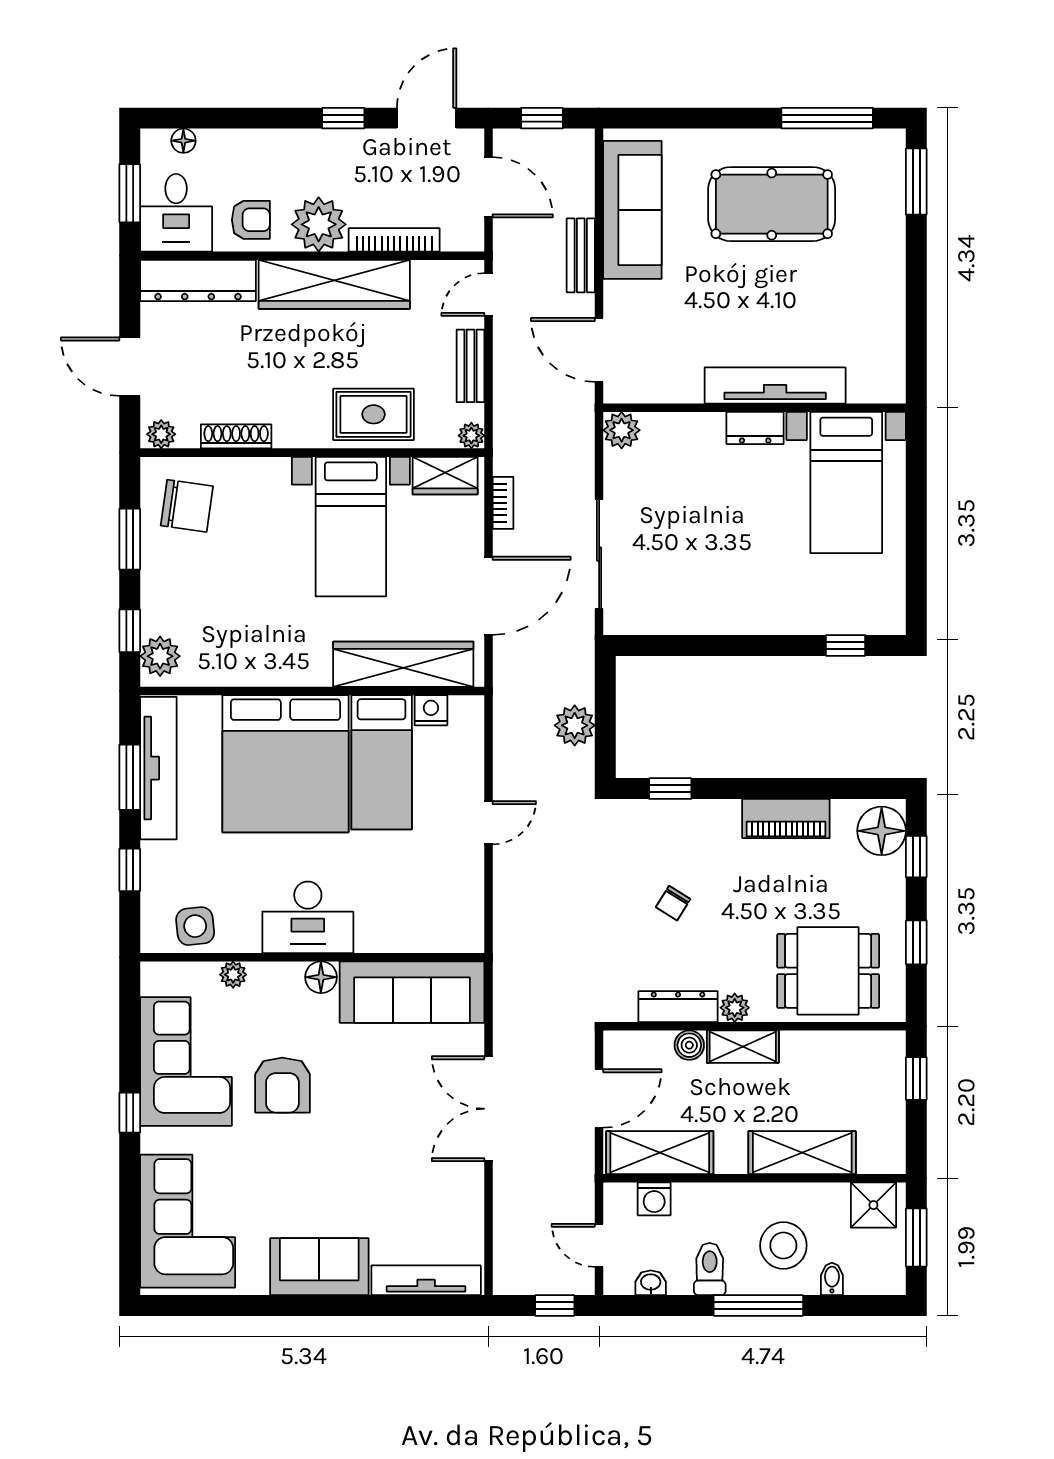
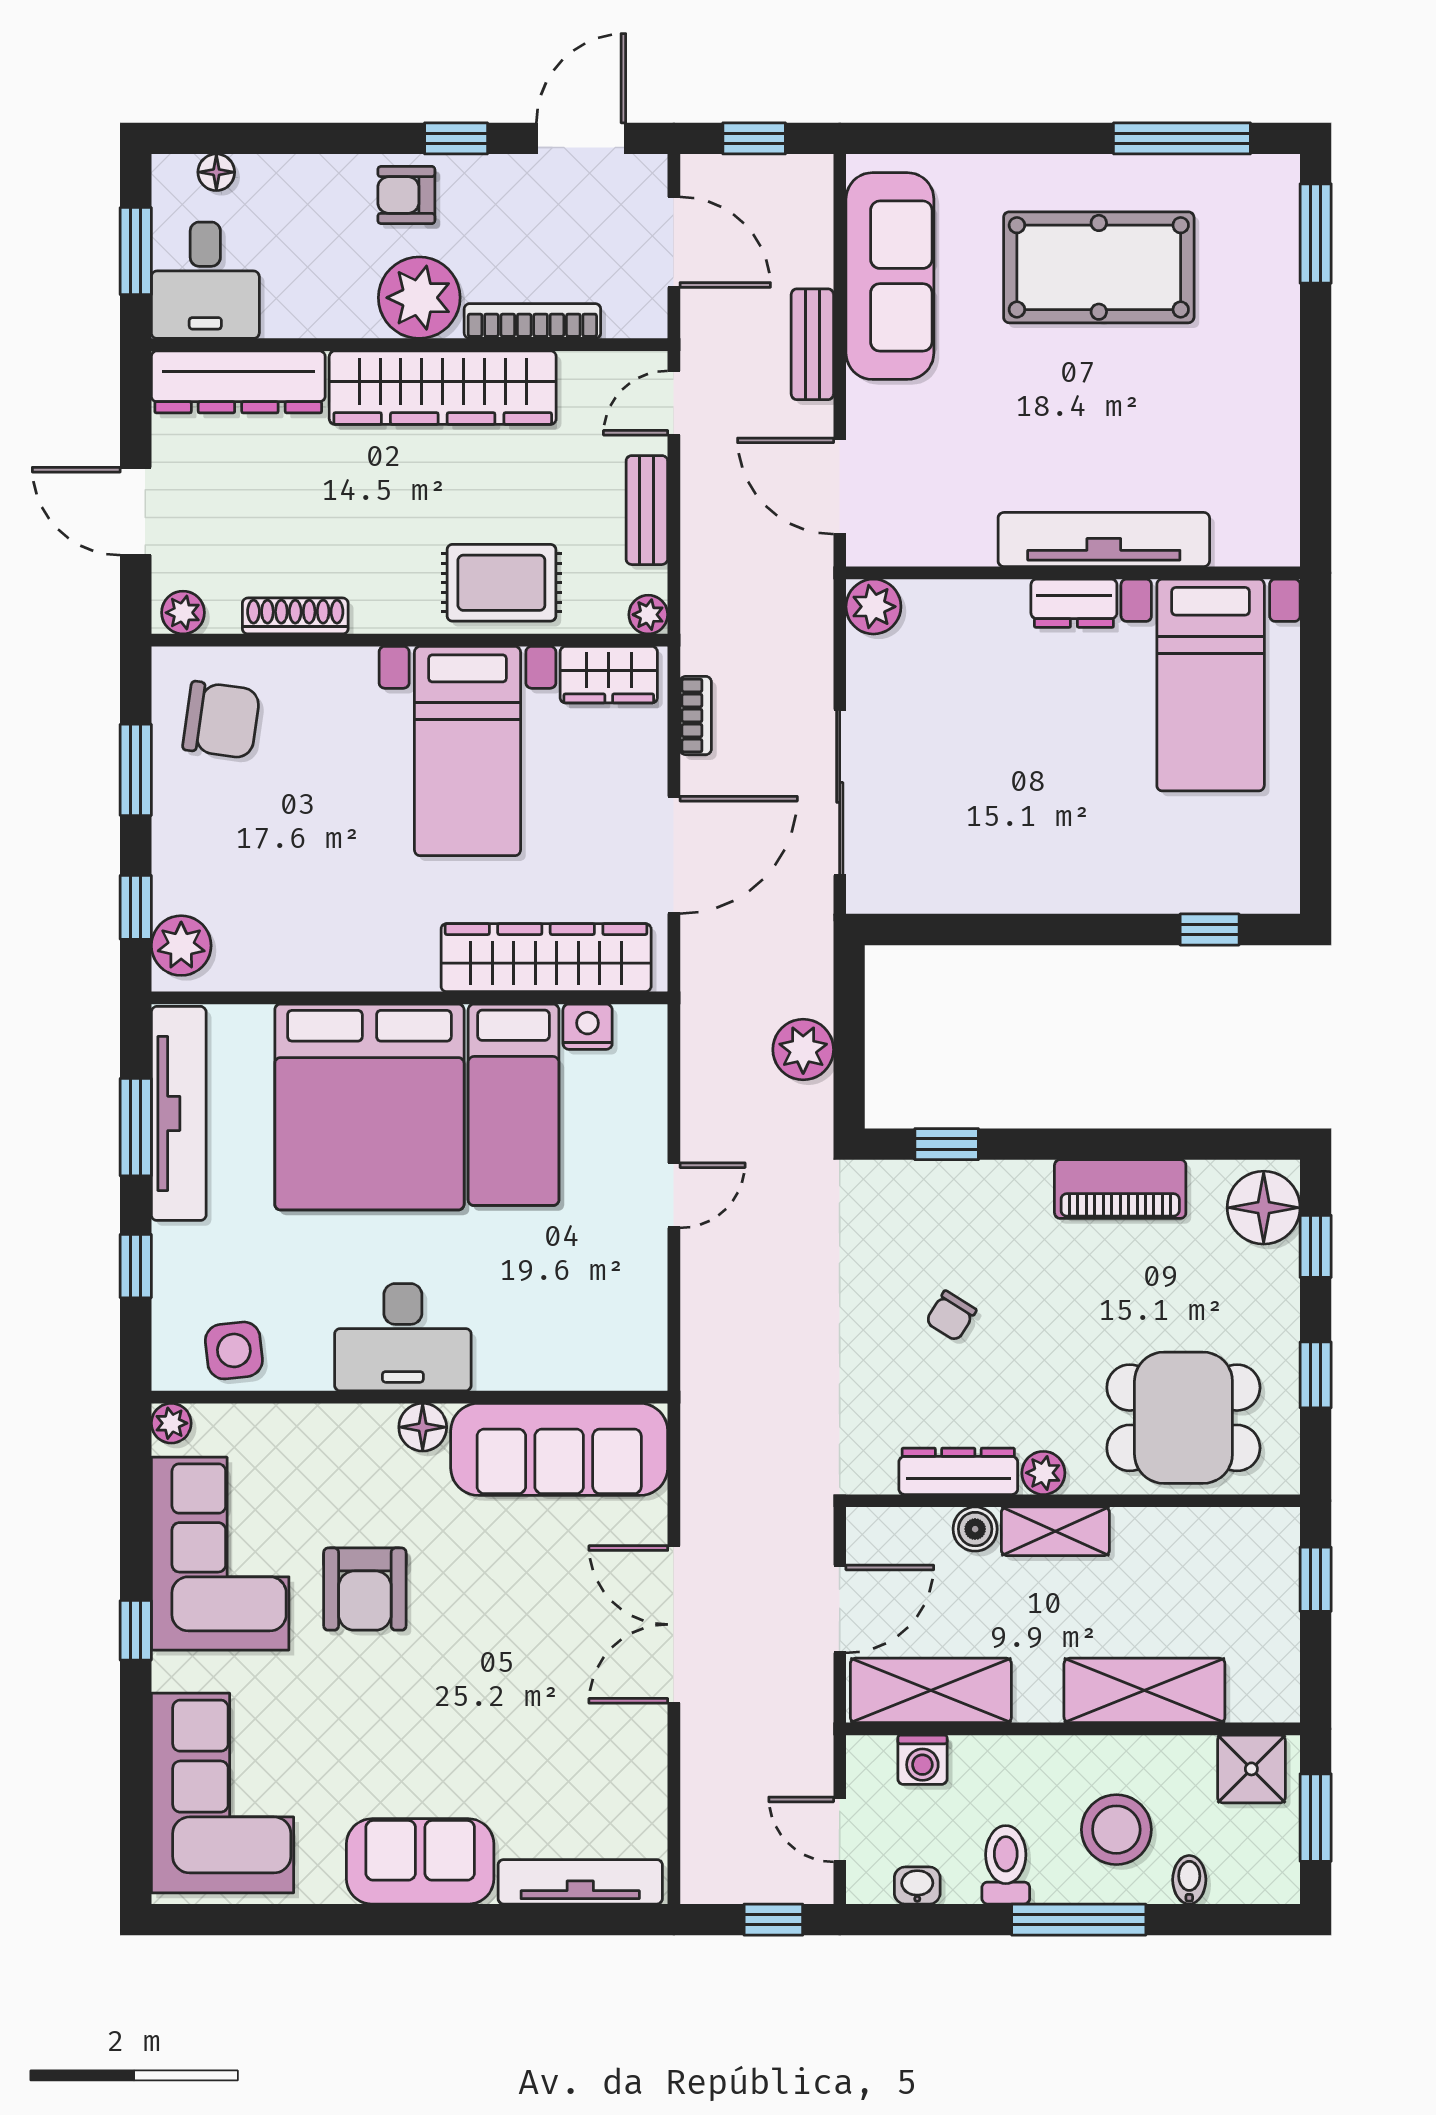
armchair: (251, 220) -> (406, 195), moved, turned 180
plant: (233, 975) -> (171, 1423), moved

